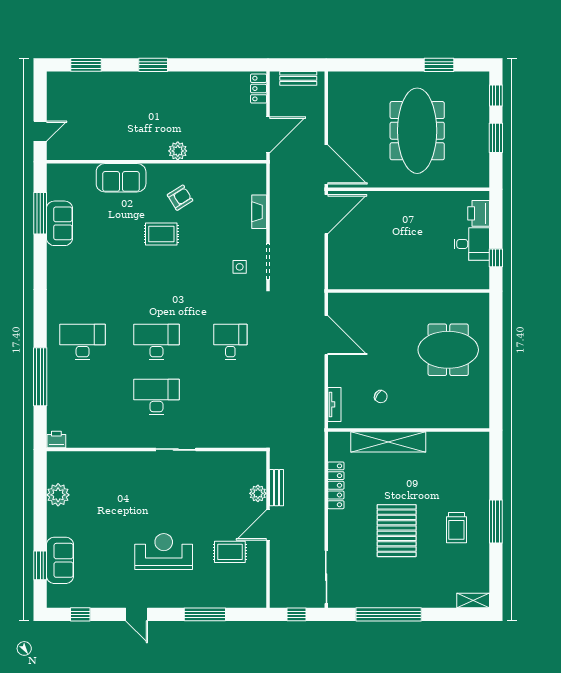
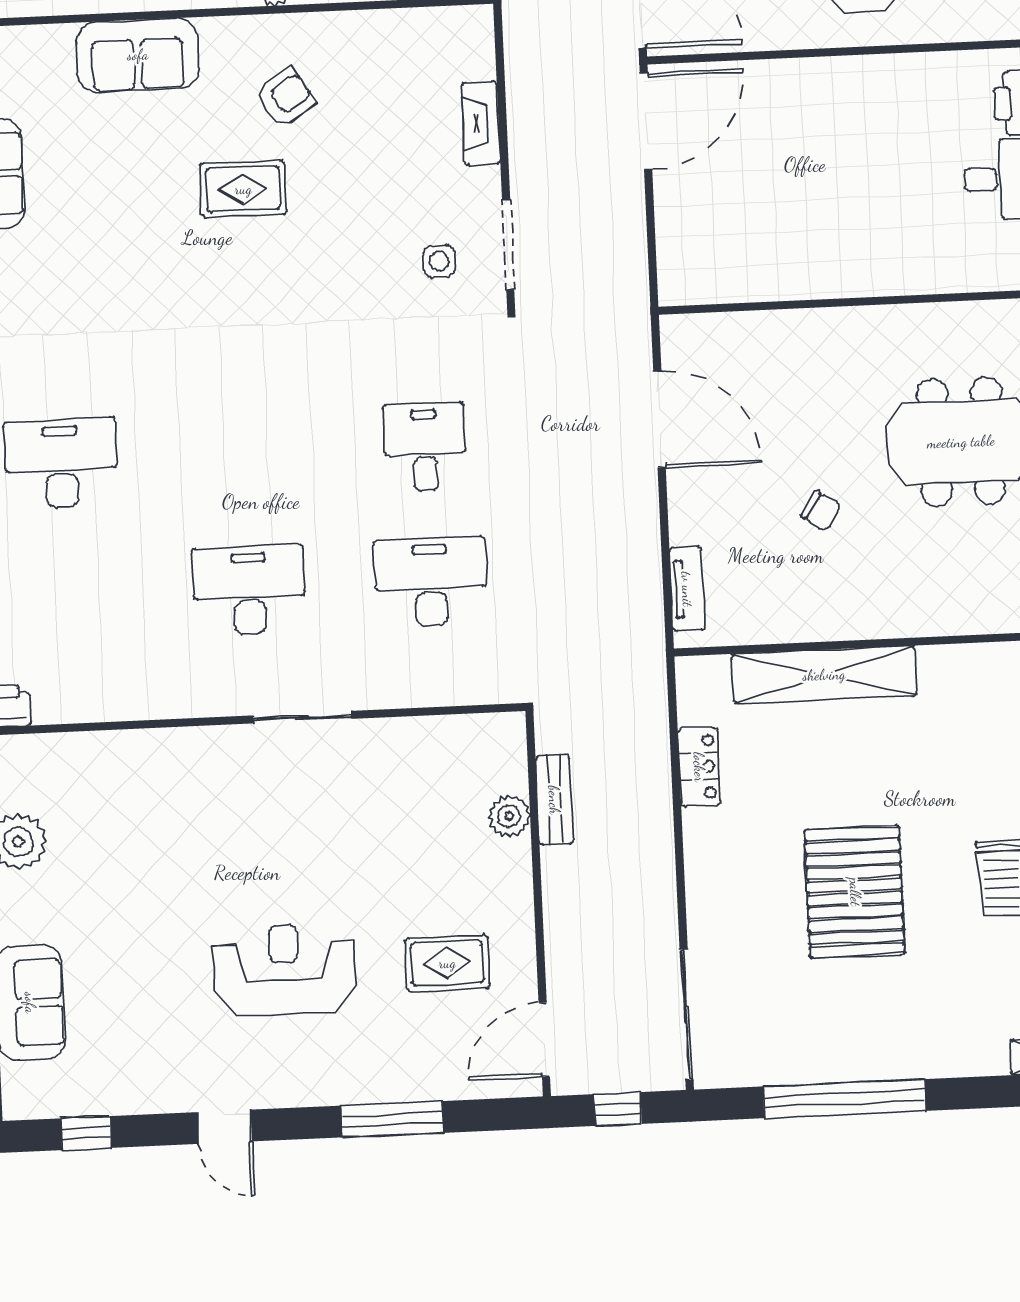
desk: (156, 342) -> (431, 582), moved
chair: (381, 397) -> (821, 511), moved
locker: (336, 485) -> (699, 767), width x0.66
door: (268, 525) -> (544, 1040), moved

